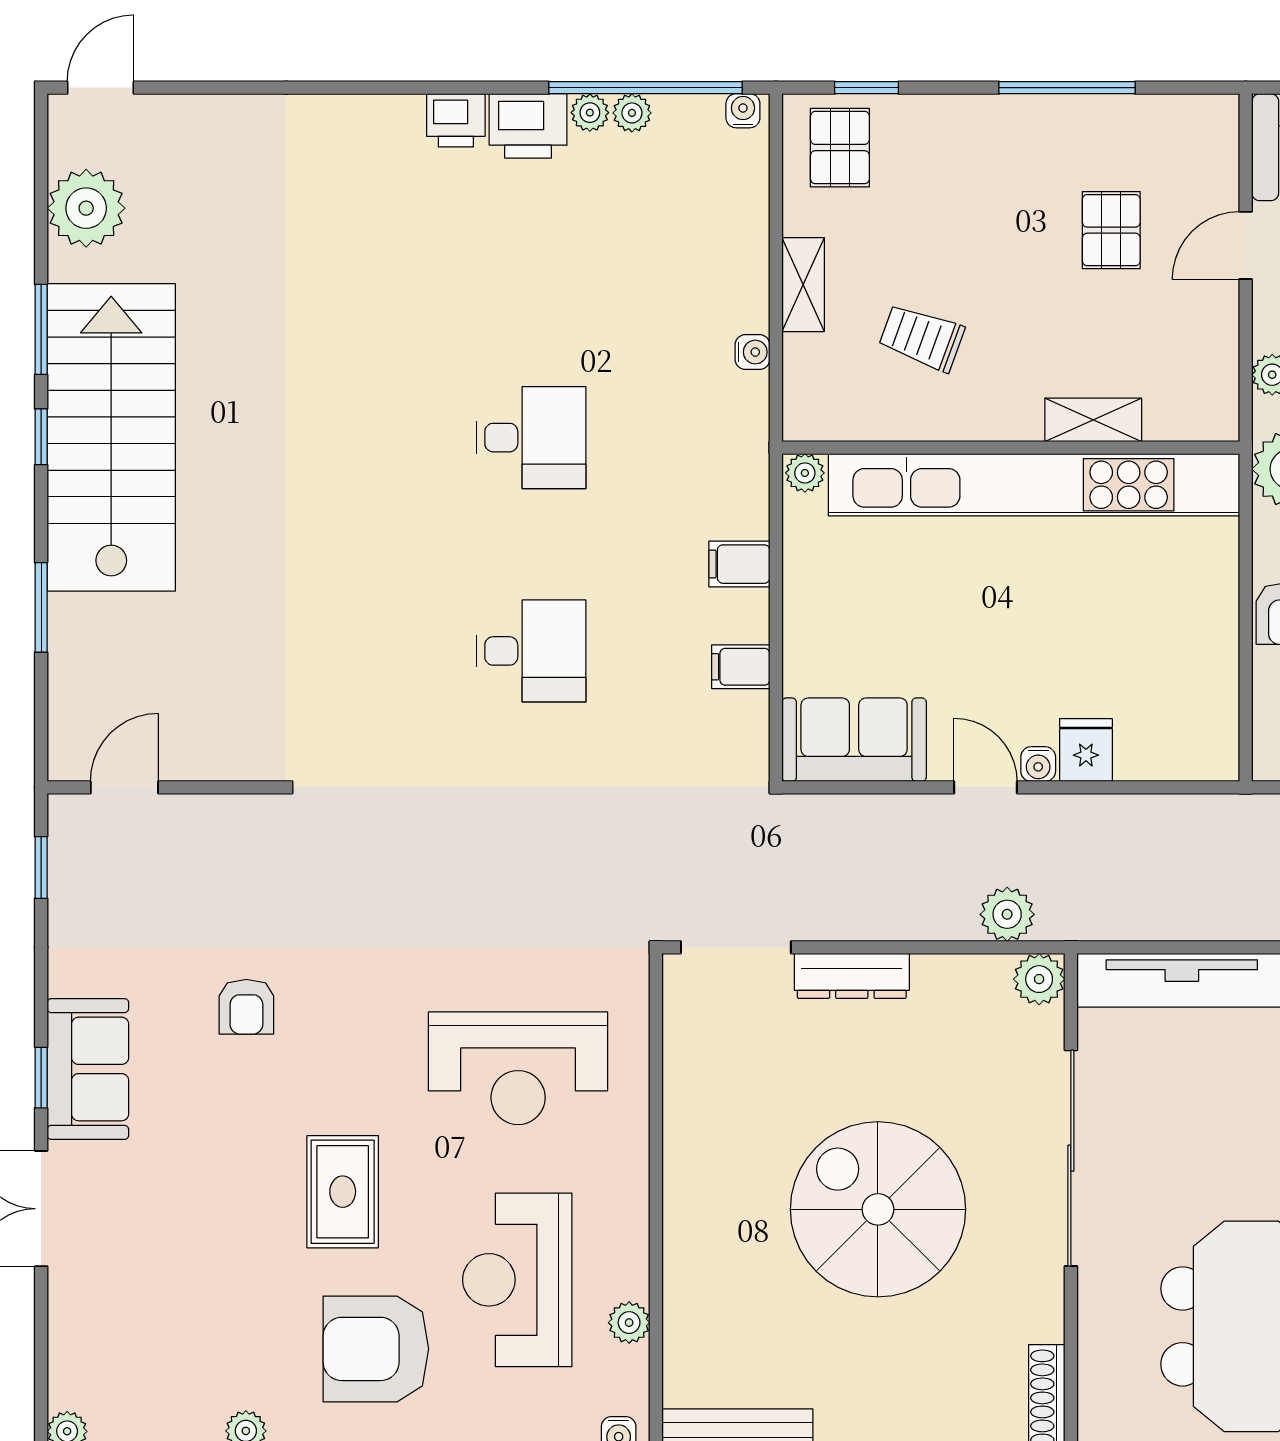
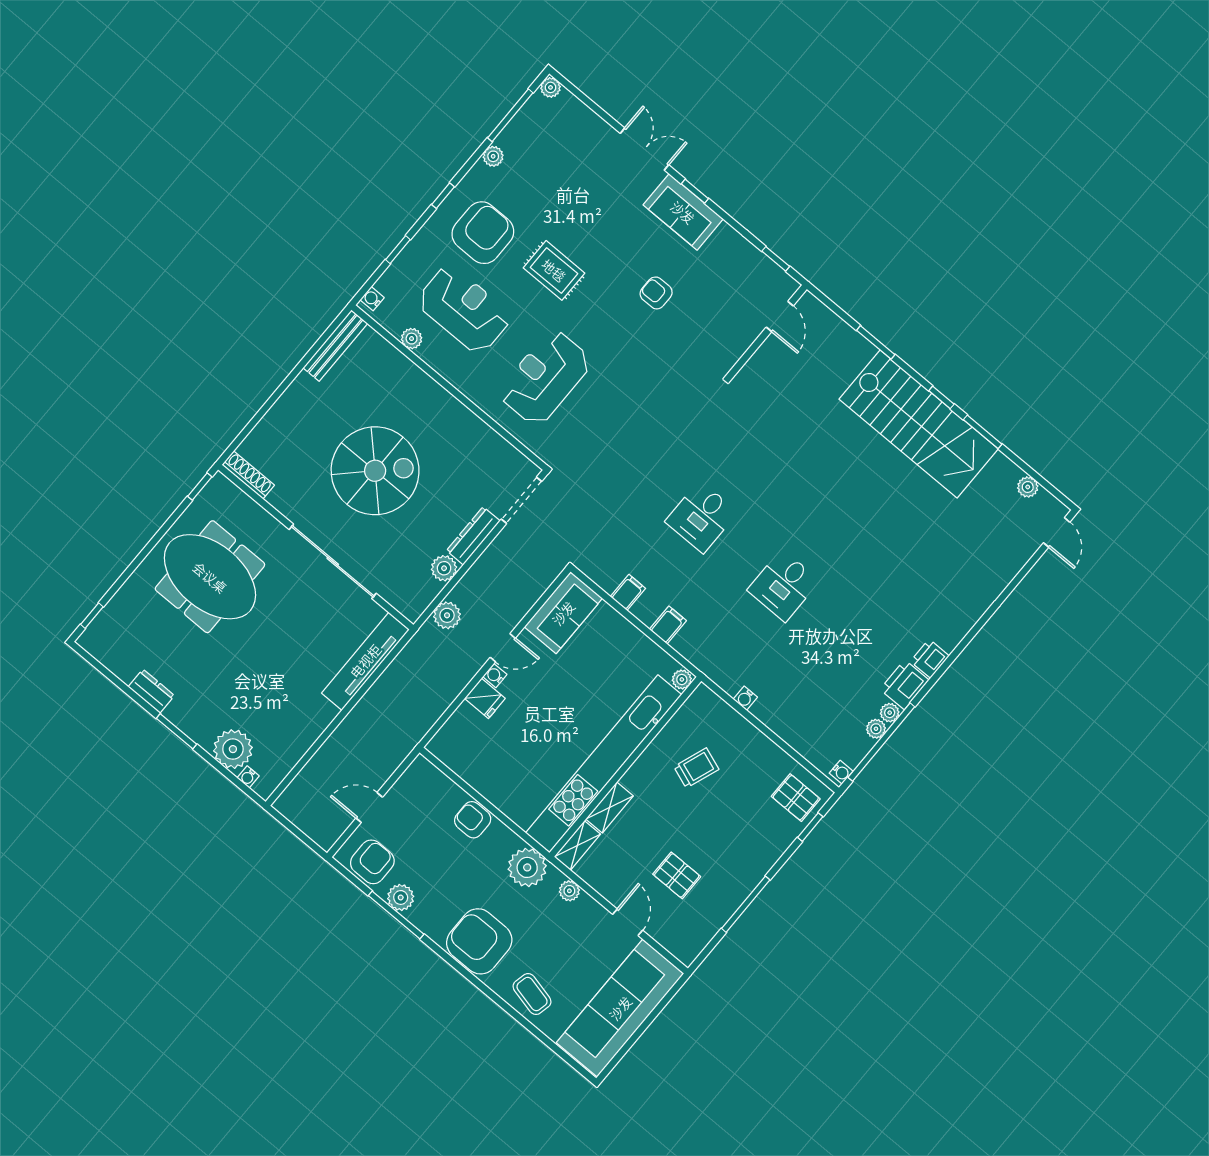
plant: (86, 208) -> (1028, 487), width x0.53, depth x0.53
shelving: (803, 285) -> (577, 846), moved, turned 90
plant: (1039, 979) -> (444, 568), moved

